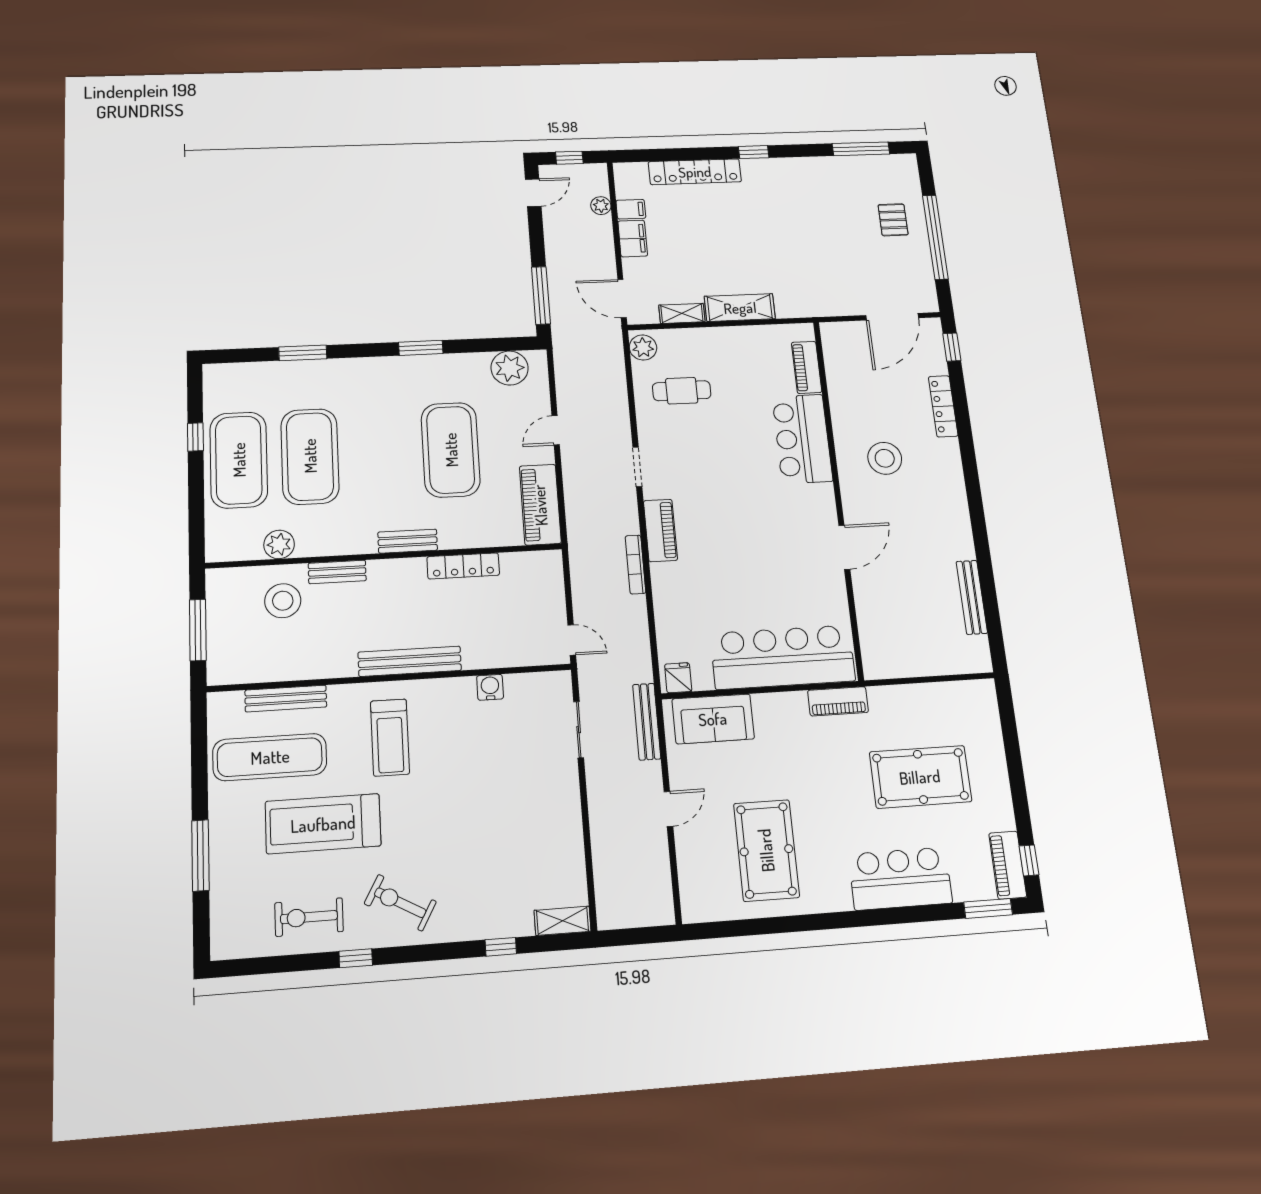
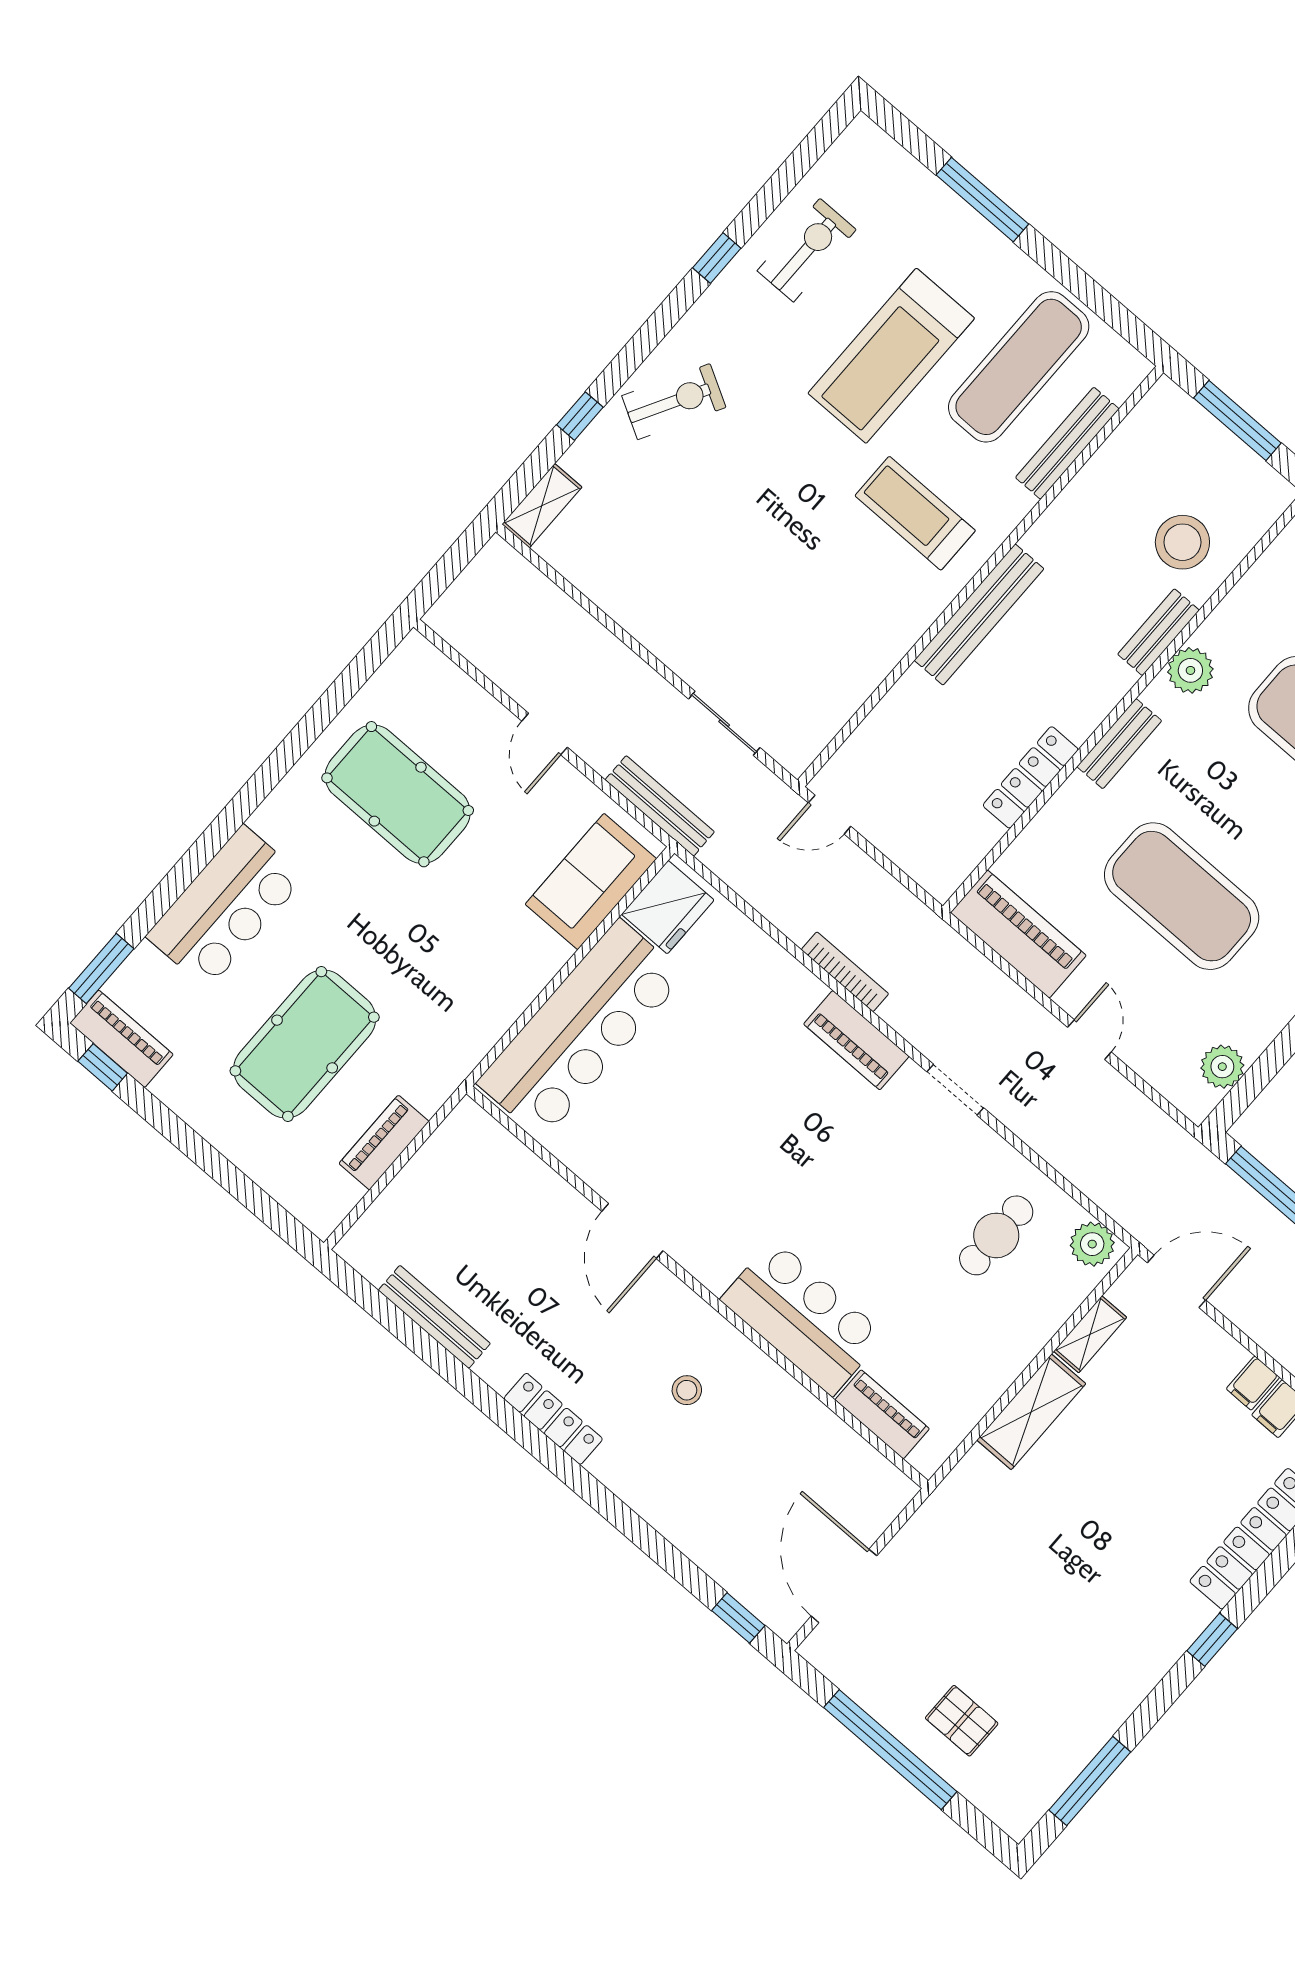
filing cabinet: (633, 239) -> (1253, 1383), width x0.50
plant: (510, 368) -> (1222, 1067), width x0.73, depth x0.73
locker: (943, 406) -> (553, 1419), moved
stool: (885, 458) -> (687, 1390), width x0.53, depth x0.53
plant: (279, 544) -> (1190, 670), moved
fridge: (678, 678) -> (668, 907), width x1.88, depth x1.34
water cooler: (490, 687) -> (865, 673), removed
piano: (838, 701) -> (384, 1143), moved
treadmill: (323, 824) -> (891, 356), turned 180
exercise bike: (400, 903) -> (674, 402), moved

